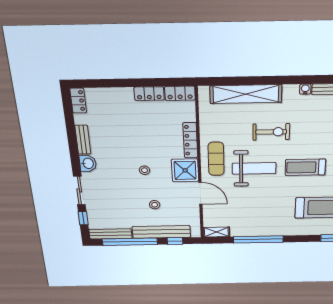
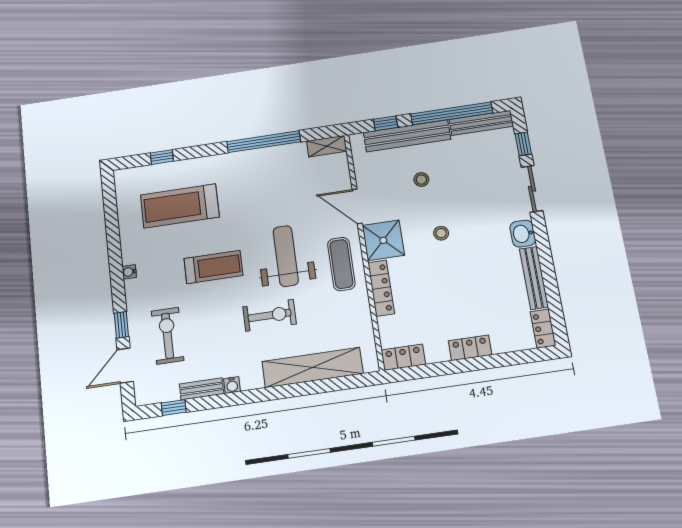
locker: (149, 94) -> (470, 348), moved
exercise bike: (271, 132) -> (270, 315), turned 180
bench: (83, 140) -> (534, 278), width x1.36
weight bench: (254, 168) -> (286, 256), turned 90

